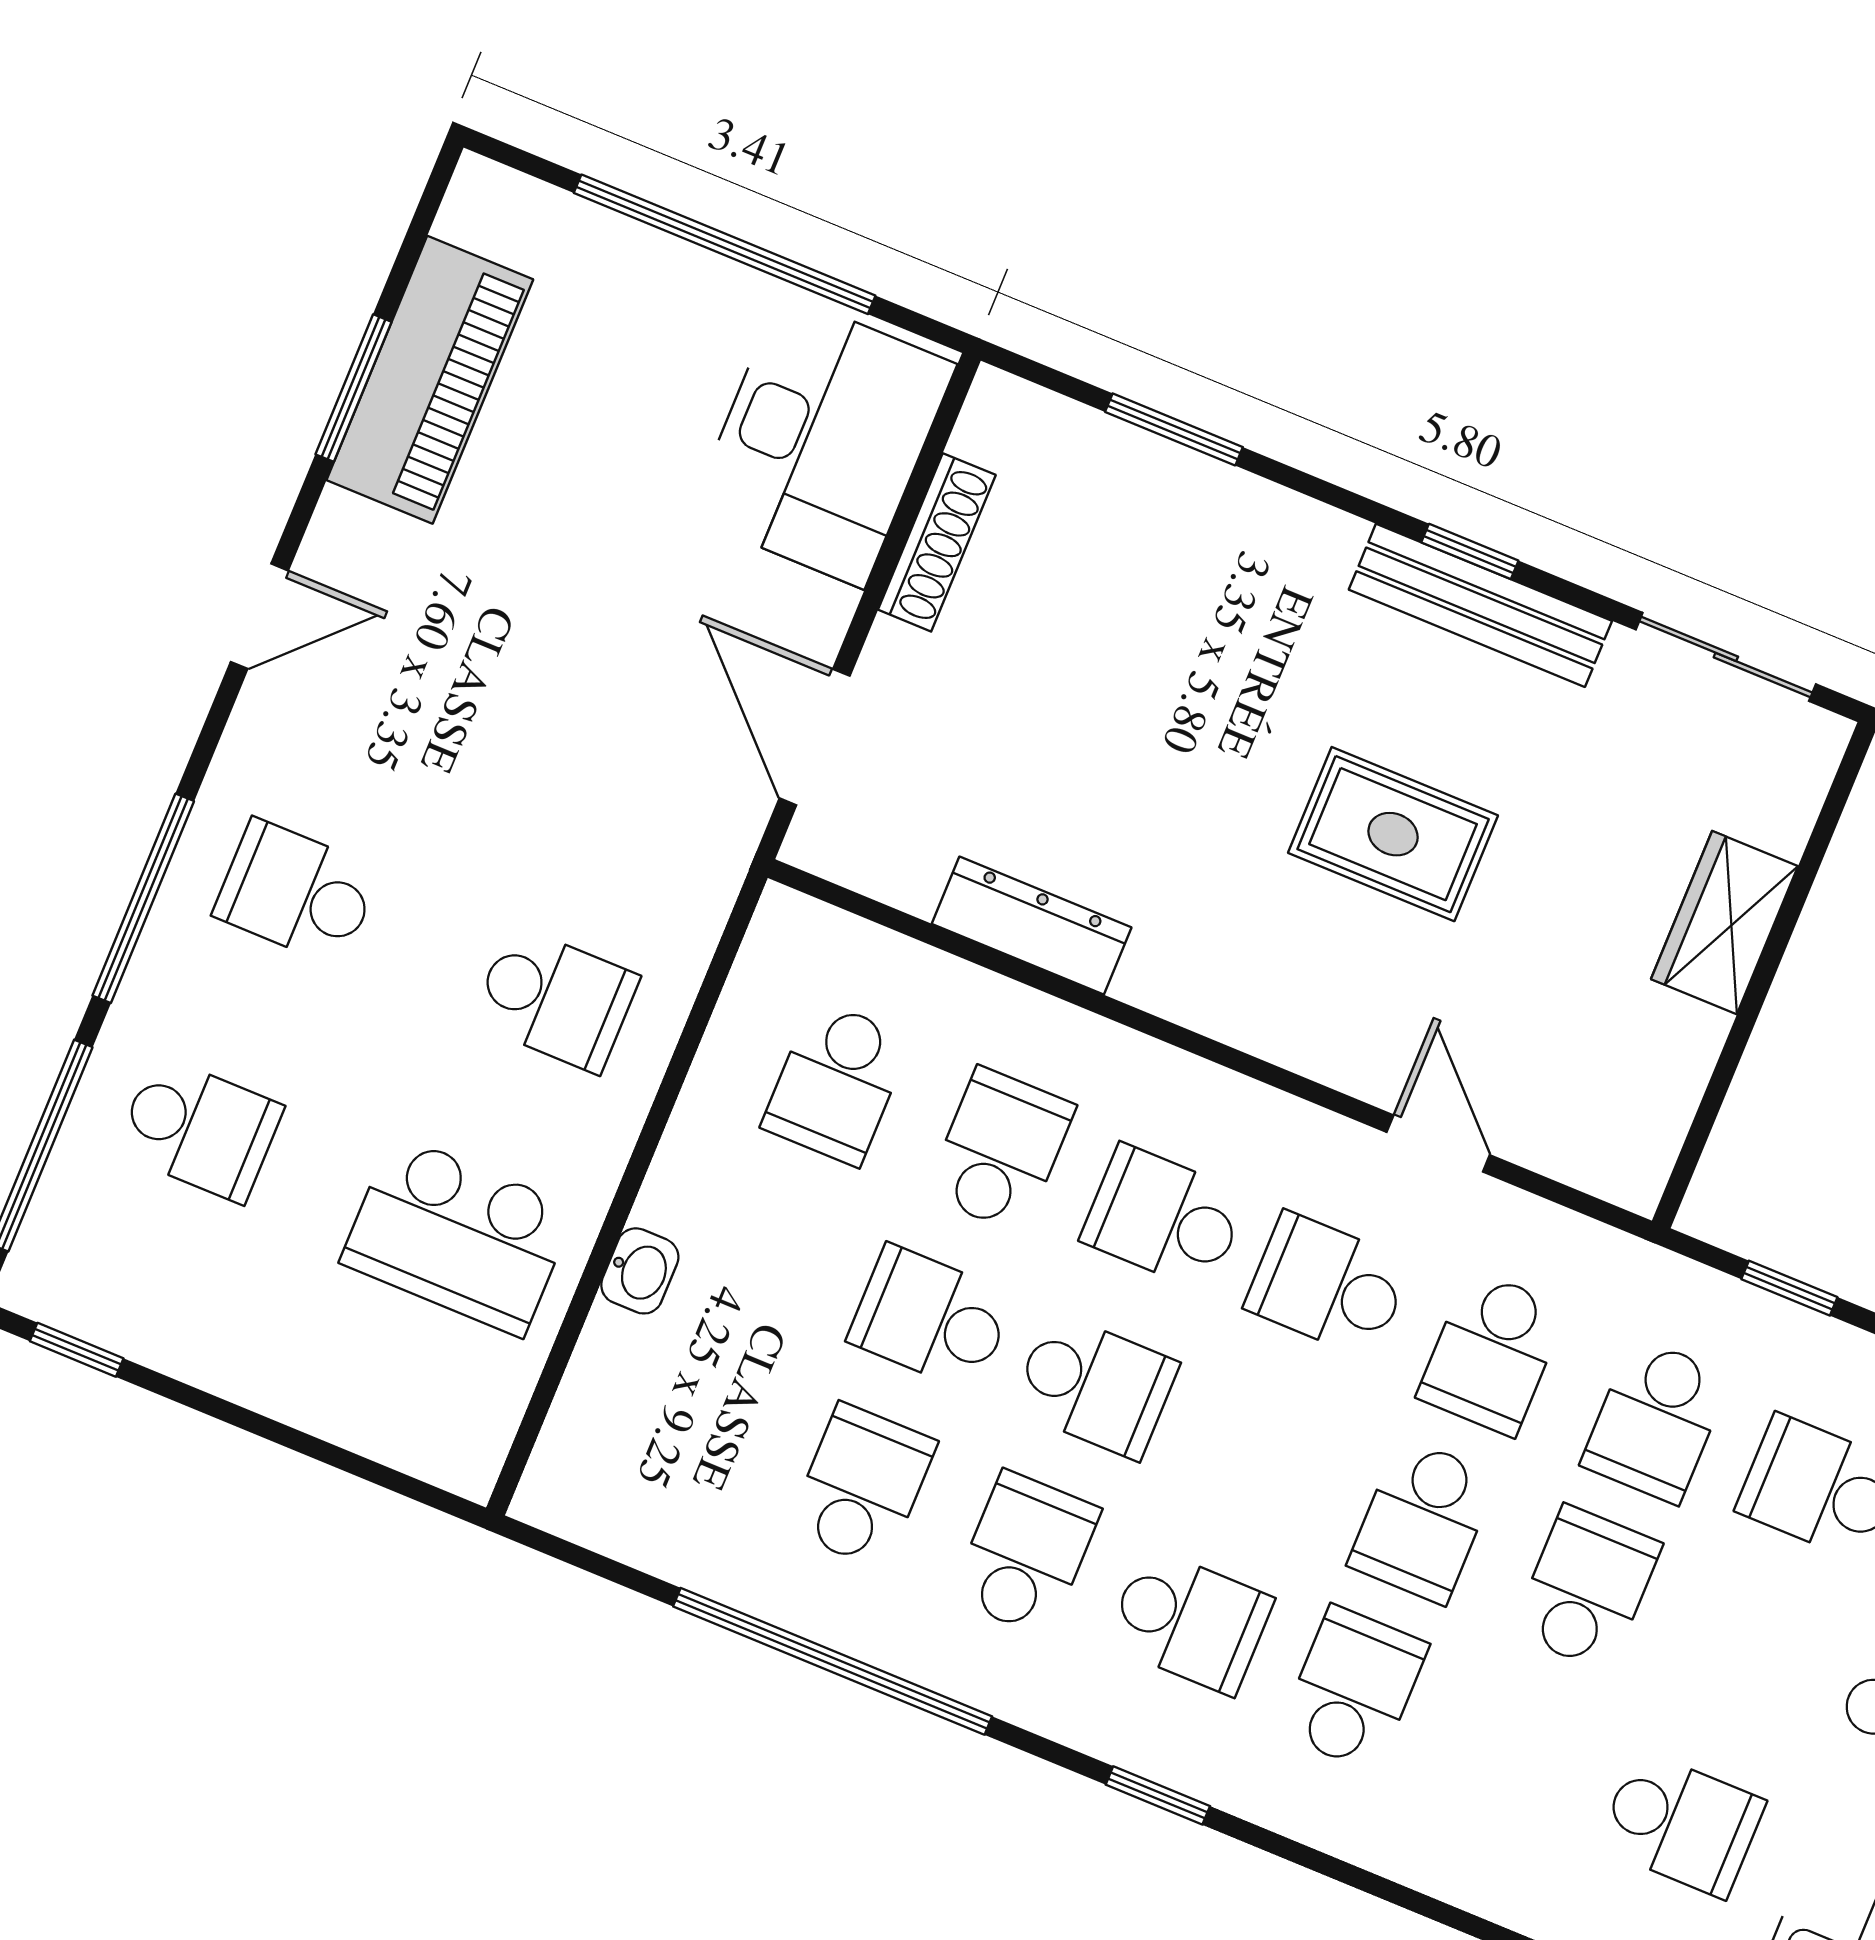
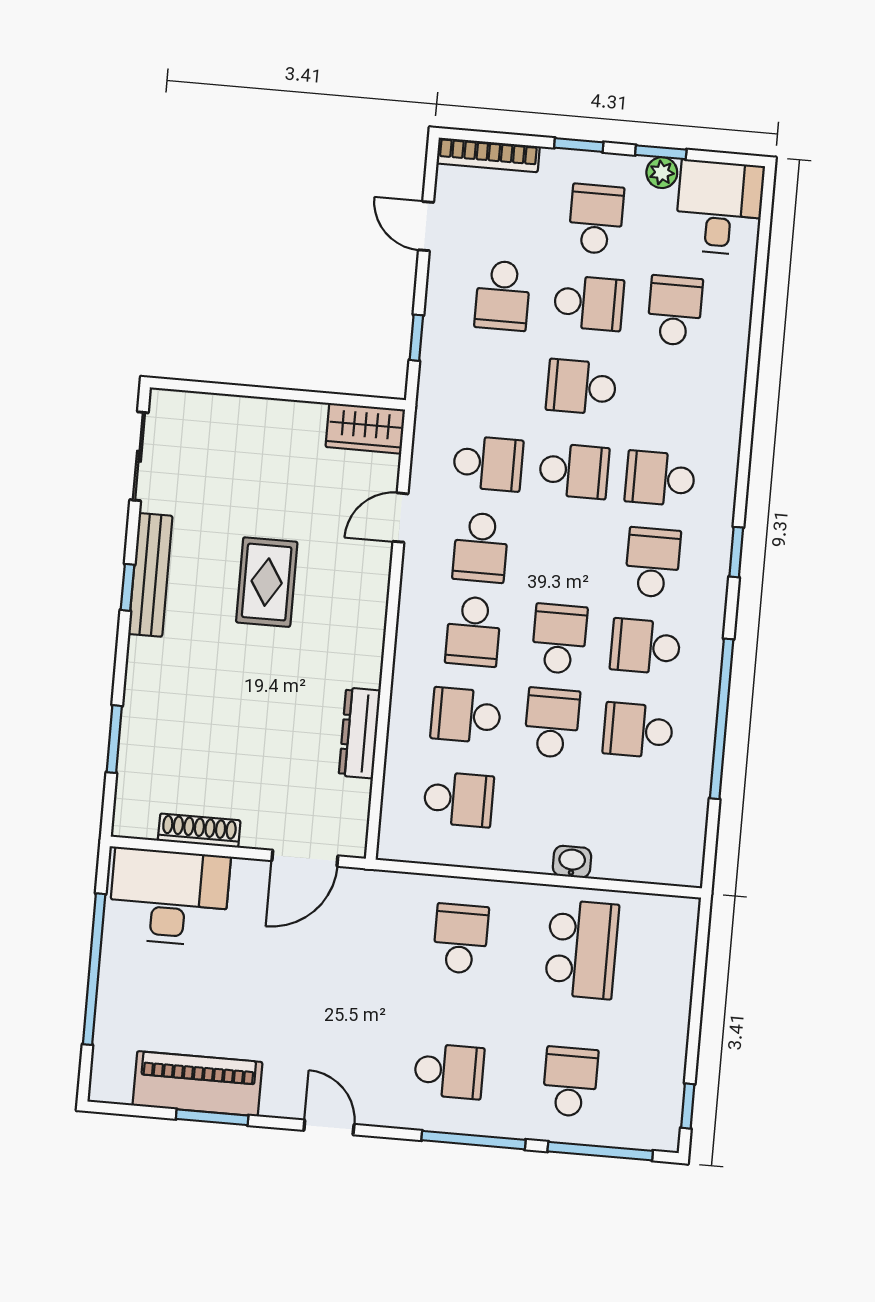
school desk: (297, 893) -> (449, 1071), turned -90
wardrobe: (1724, 923) -> (365, 428), moved
school desk: (931, 1318) -> (552, 723), turned 180
school desk: (1656, 1420) -> (589, 303), moved

